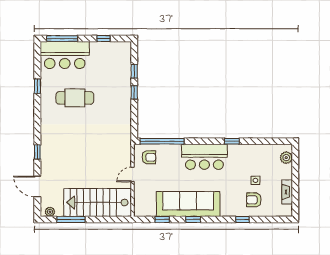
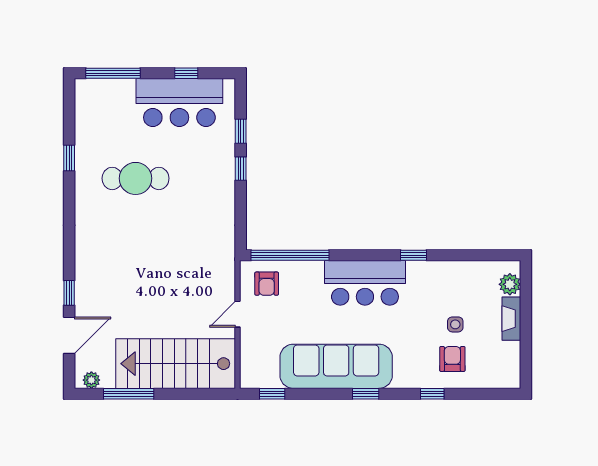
bar counter: (65, 55) -> (179, 103), moved
window: (37, 152) -> (69, 293), moved
armchair: (149, 157) -> (267, 284), turned 90
door: (37, 187) -> (69, 335), swing flipped
fireplace: (287, 192) -> (511, 319), moved
armchair: (254, 200) -> (452, 359), turned 90
window: (162, 219) -> (272, 394), moved
window: (193, 219) -> (366, 394), moved

